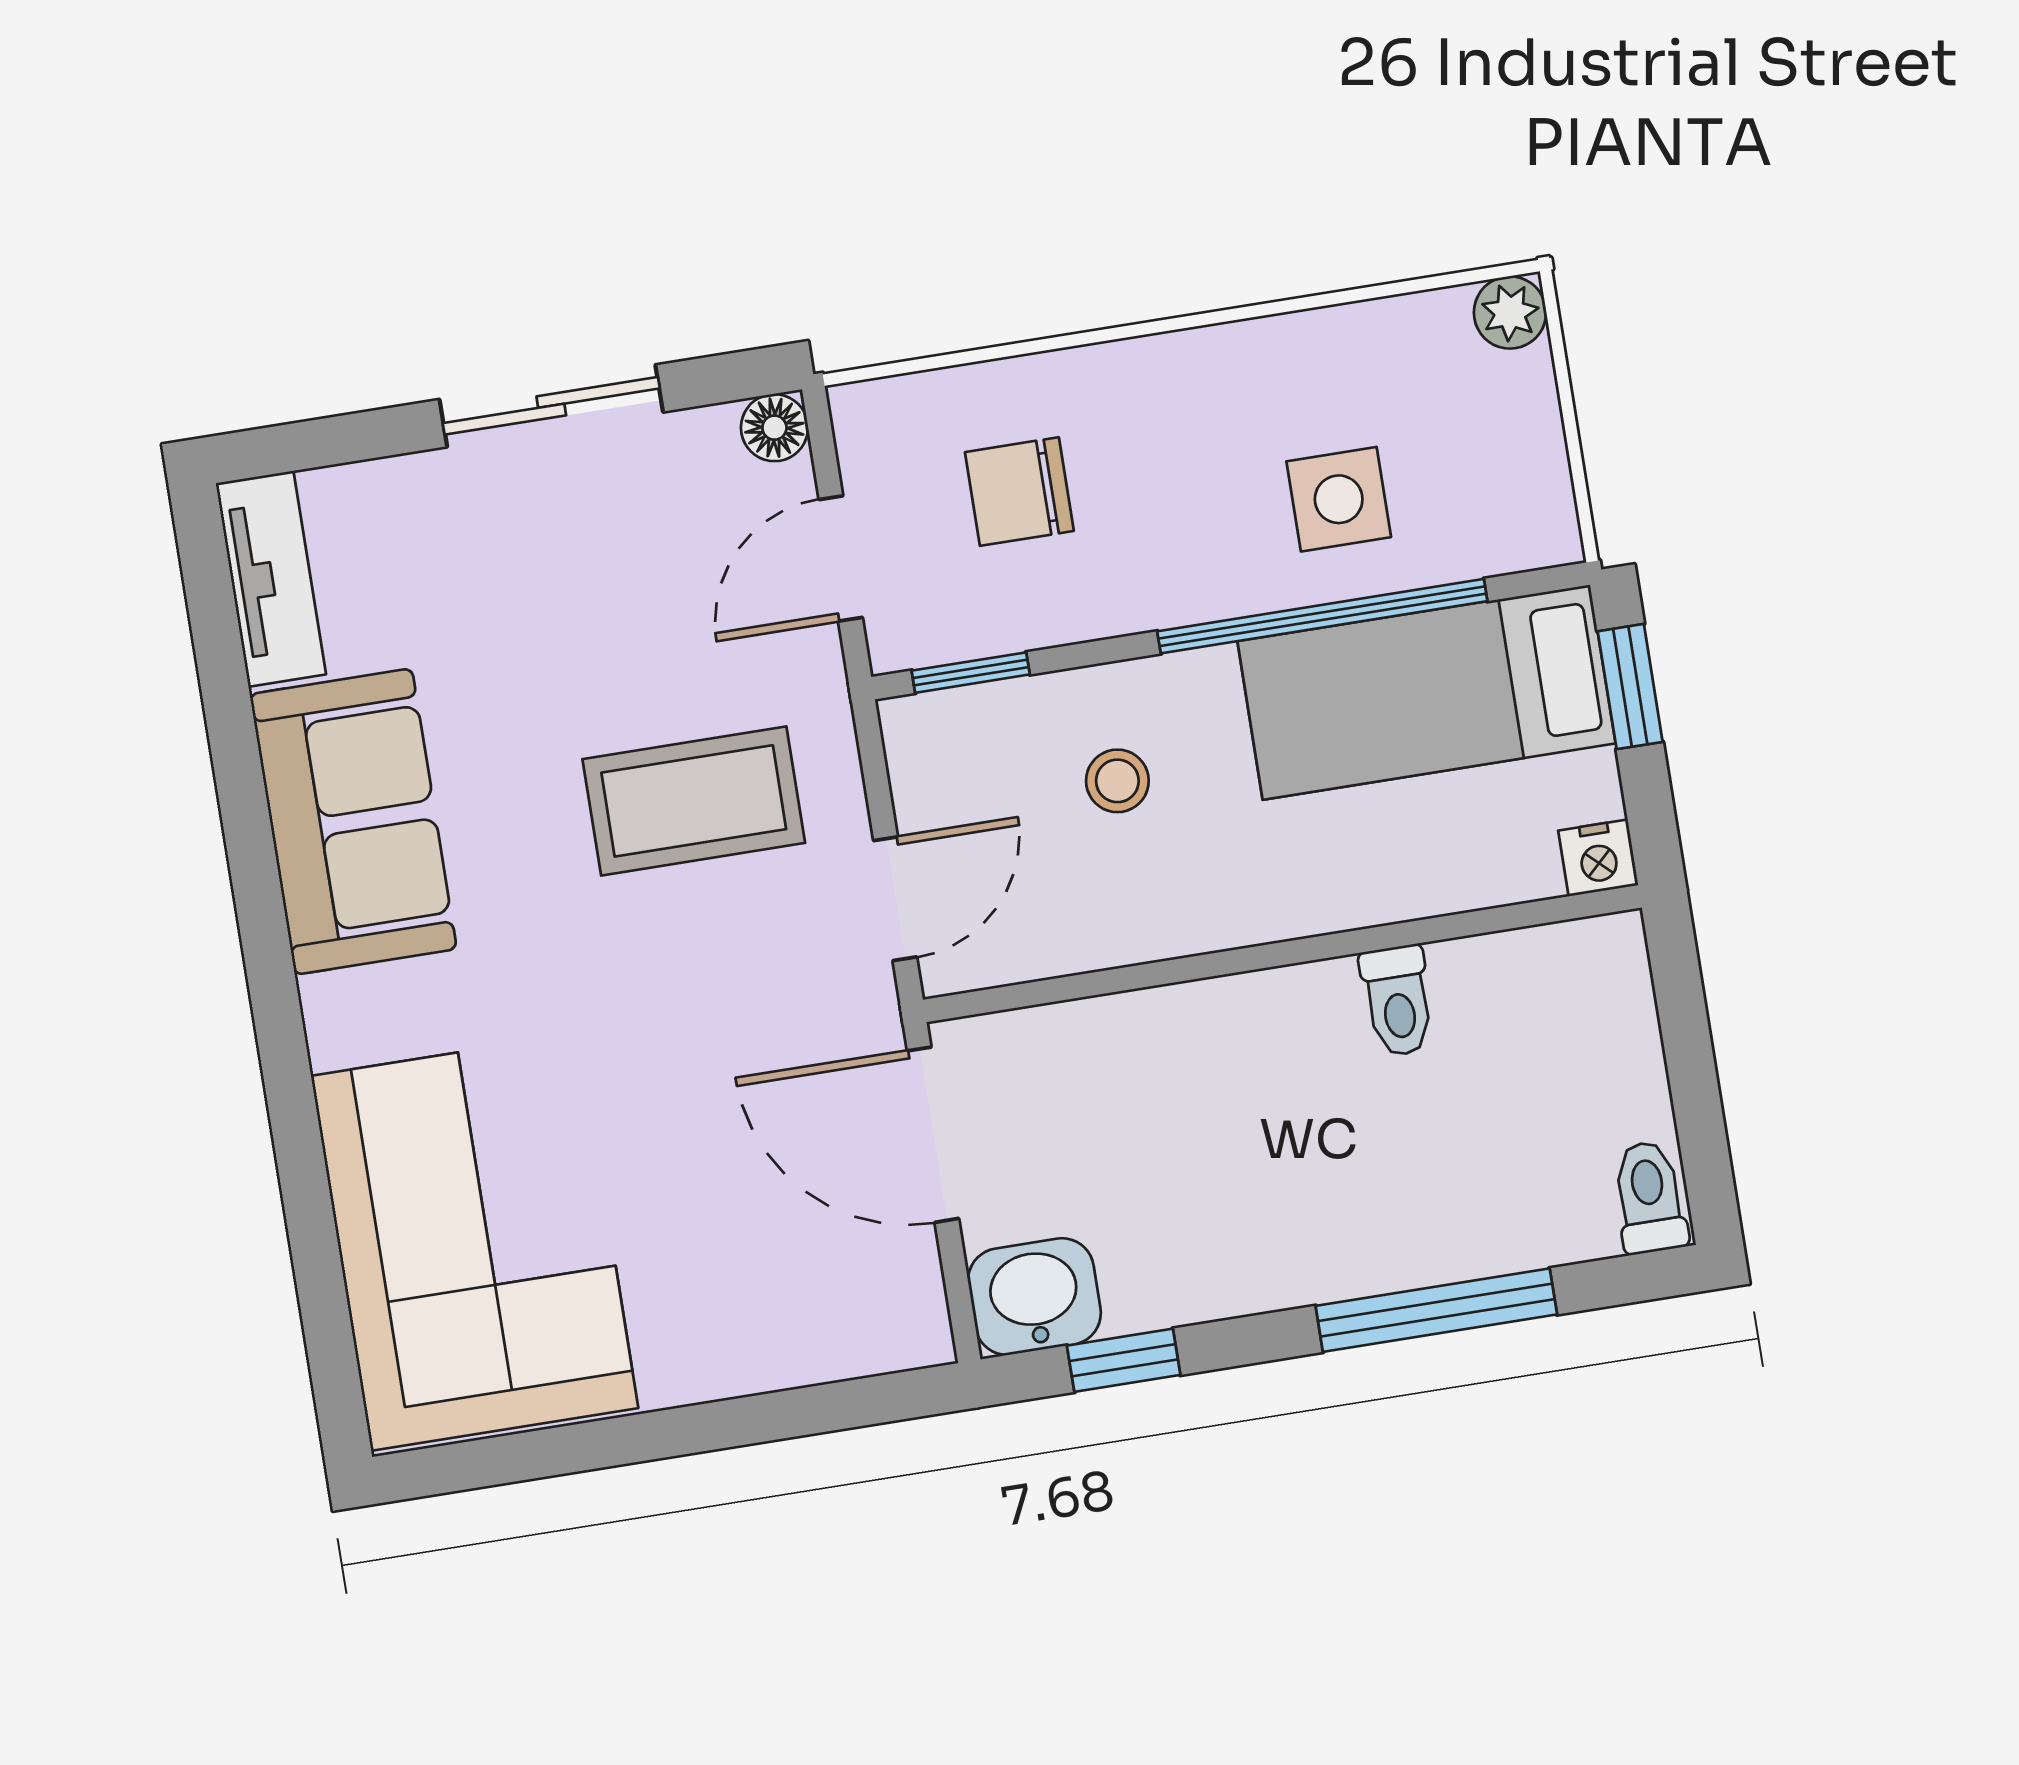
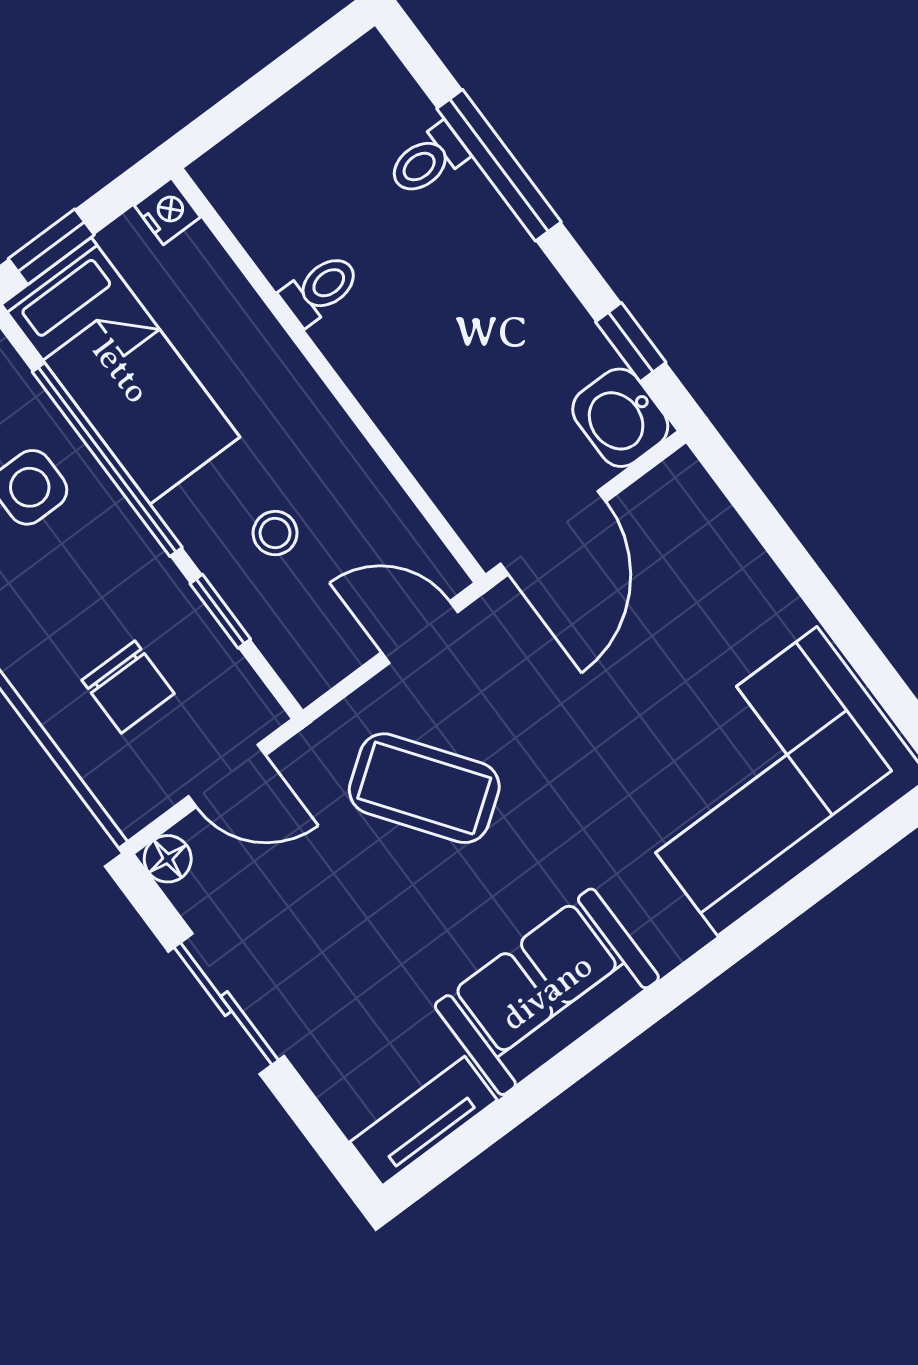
window: (971, 673) -> (220, 611), moved
coffee table: (694, 801) -> (424, 788), turned -36
toilet: (1649, 1197) -> (428, 160), moved

